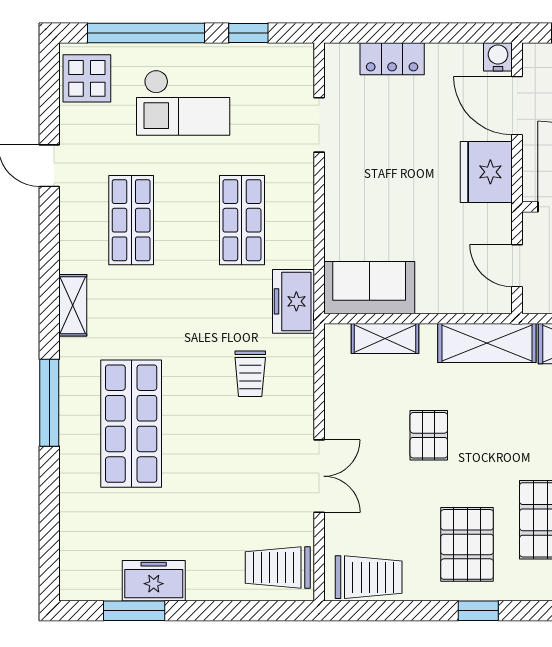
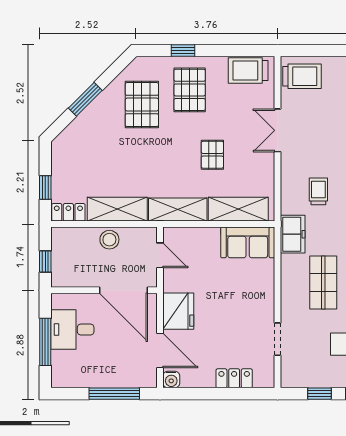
shelving: (385, 339) -> (238, 209), width x1.50, depth x1.33

